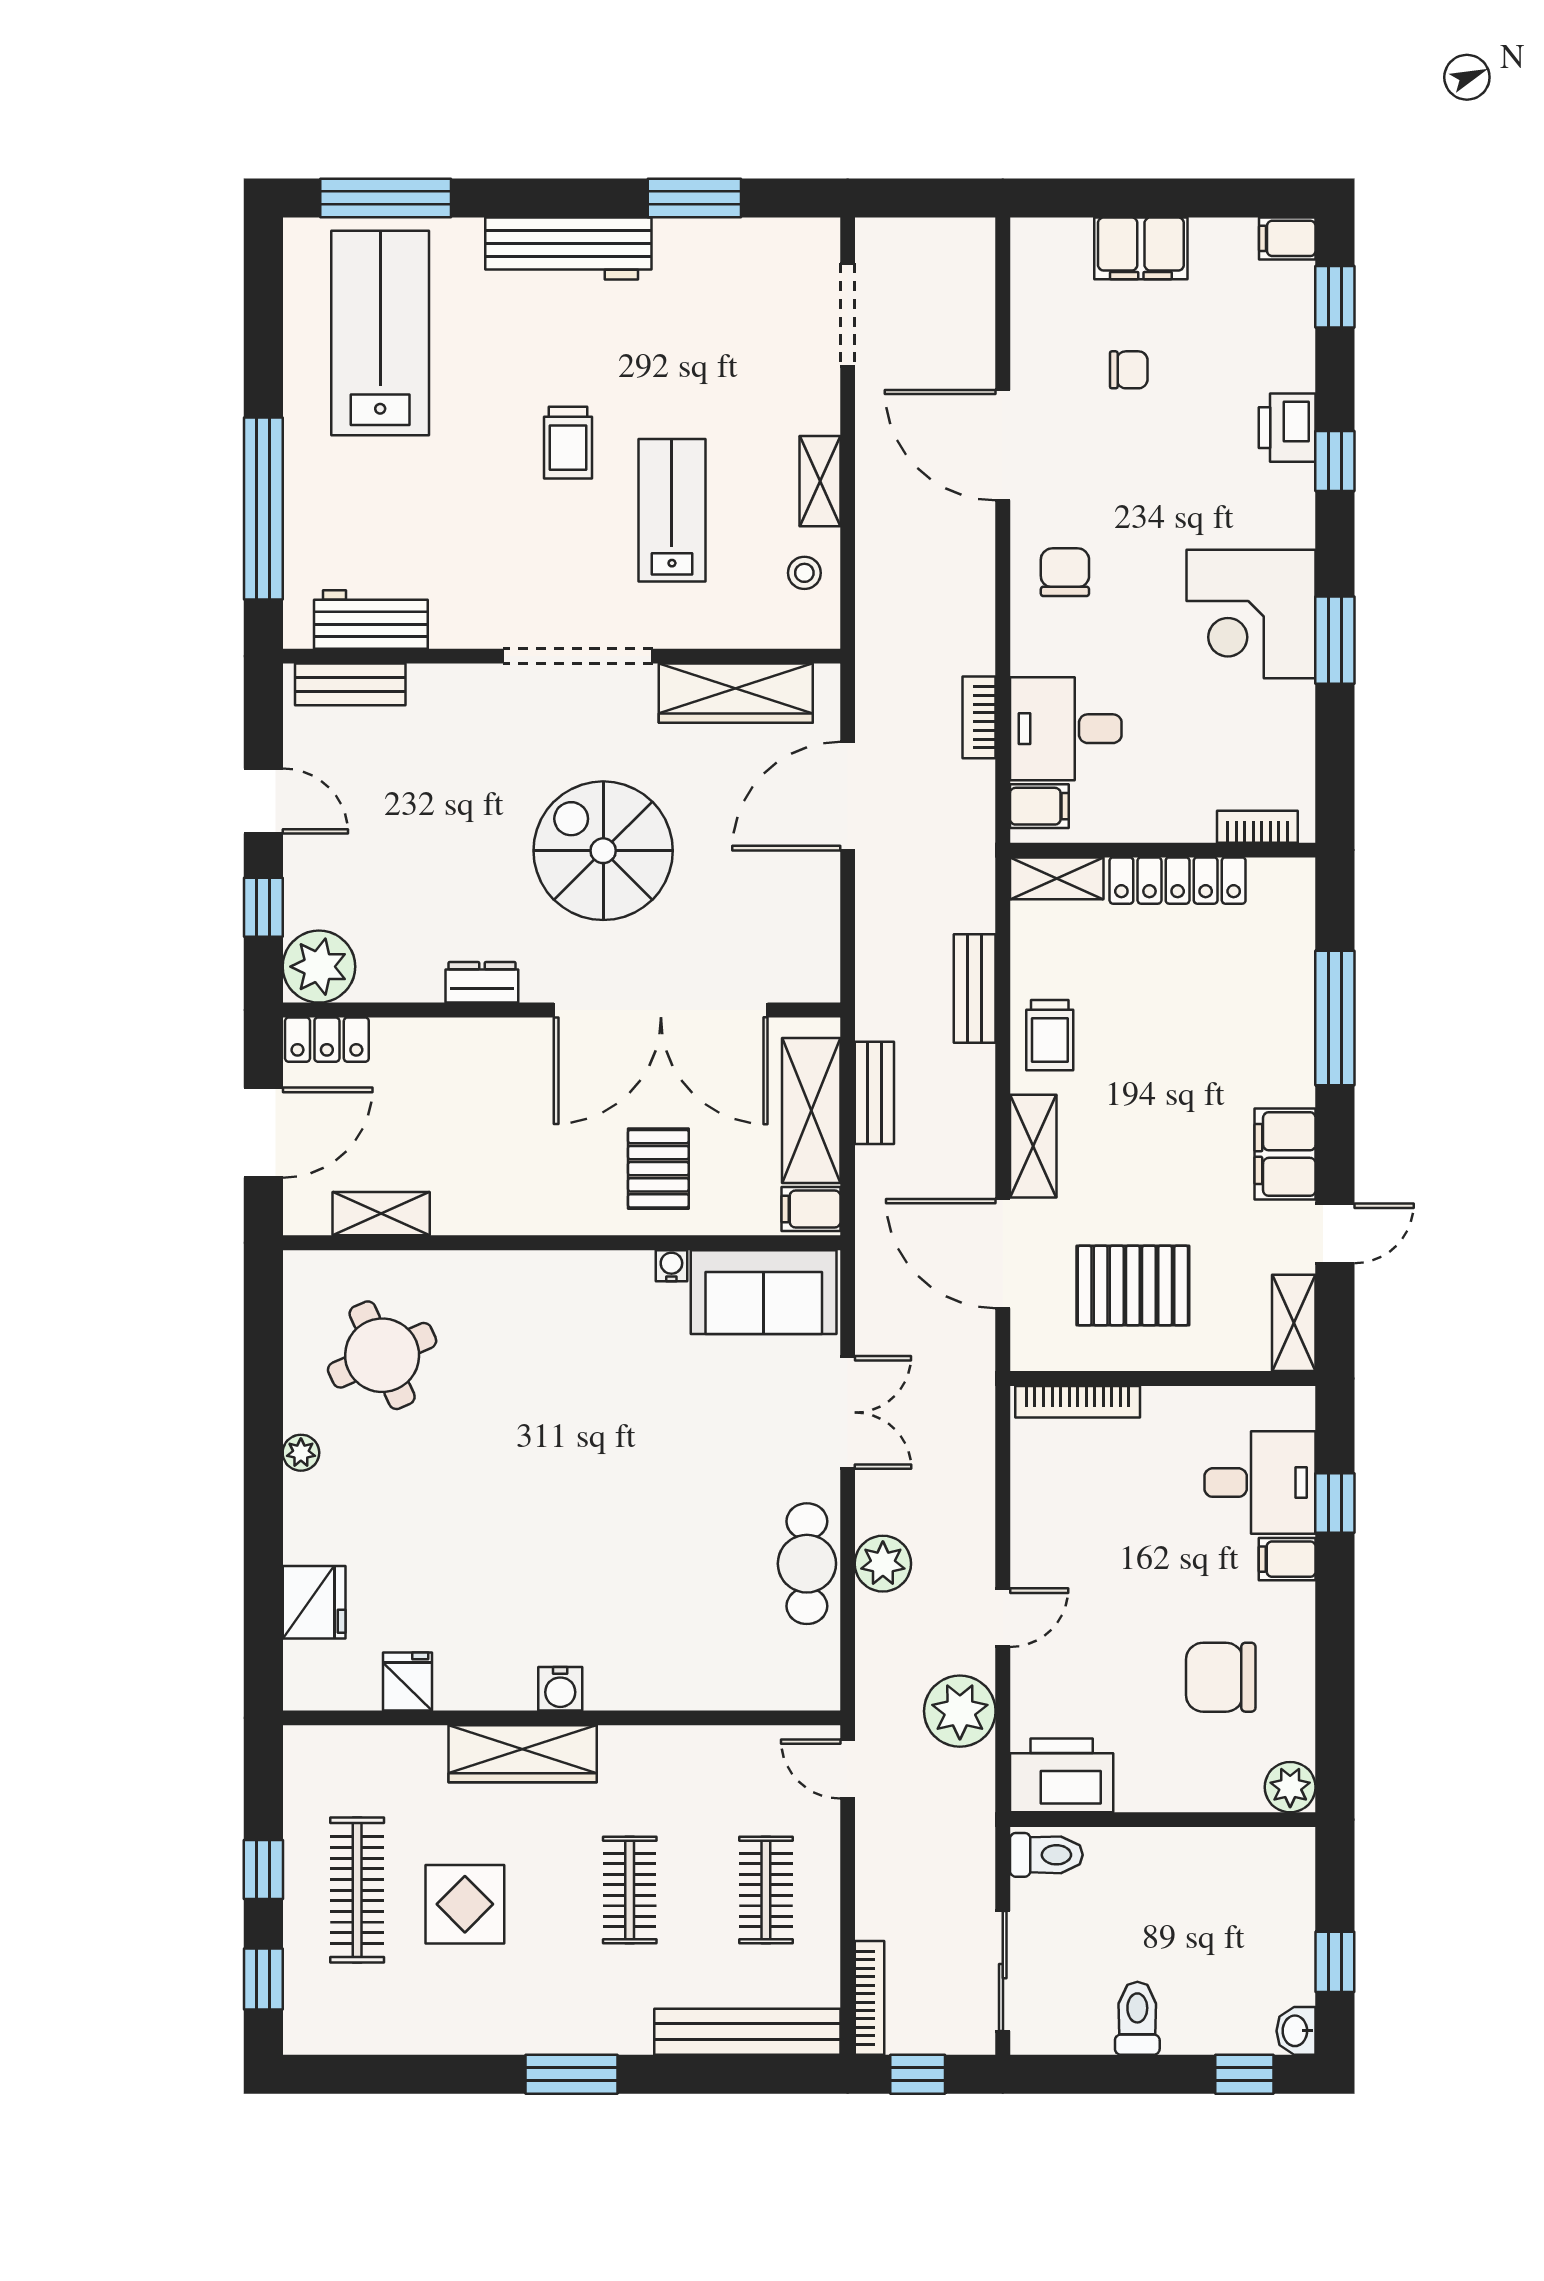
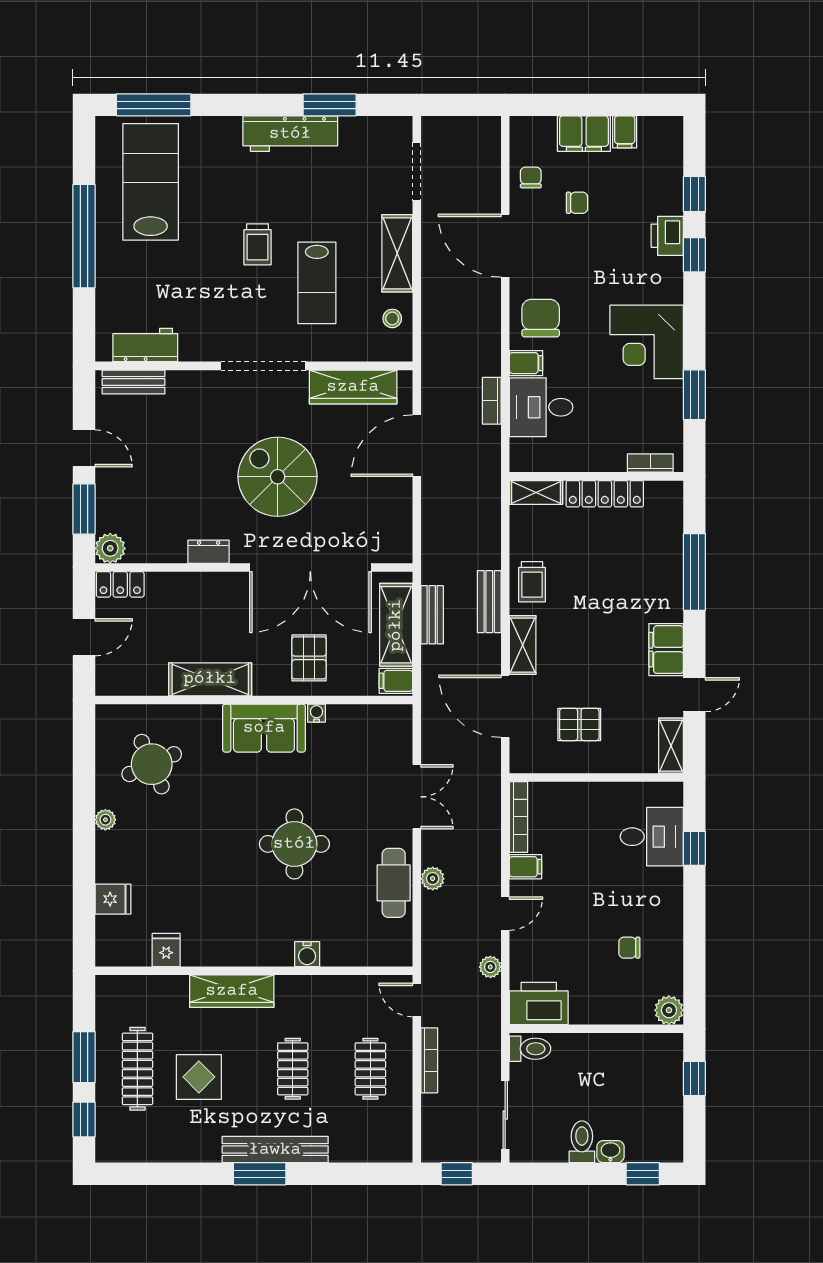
filing cabinet: (1287, 238) -> (625, 132), moved, turned -90
workbench: (568, 248) -> (290, 134), moved
window: (1335, 297) -> (694, 194), moved
chair: (1048, 325) -> (531, 178), added
shelving: (820, 481) -> (397, 253), width x1.50, depth x1.33
window: (263, 509) -> (84, 236), moved
lab bench: (672, 510) -> (317, 283), turned 180
chair: (1065, 572) -> (541, 318), width x1.37, depth x1.37
window: (1335, 640) -> (694, 395), moved
filing cabinet: (1039, 806) -> (526, 363), moved
window: (263, 907) -> (84, 509), width x1.50
plant: (319, 967) -> (110, 548), width x0.73, depth x0.73
bench: (975, 988) -> (489, 602), moved
door: (263, 1133) -> (84, 637), width x0.73
shelving: (381, 1214) -> (210, 679), moved, width x1.50, depth x1.33
pallet: (1133, 1286) -> (579, 724), width x0.67, depth x0.71
sofa: (764, 1292) -> (264, 728), moved
bookcase: (1078, 1402) -> (518, 817), moved, turned -90
round table: (633, 1495) -> (294, 844), added
filing cabinet: (1287, 1559) -> (526, 867), moved, turned 180
plant: (883, 1564) -> (433, 879), width x0.73, depth x0.73
fridge: (314, 1602) -> (113, 899), width x0.72
chair: (1221, 1677) -> (629, 948), width x0.54, depth x0.54
water cooler: (560, 1689) -> (307, 954), moved
plant: (960, 1711) -> (490, 967), width x0.53, depth x0.53
window: (263, 1869) -> (84, 1057), width x1.50
window: (1335, 1962) -> (694, 1079), moved
bookcase: (869, 1998) -> (429, 1060), moved
washbasin: (1296, 2031) -> (610, 1152), moved, turned 90
bench: (747, 2032) -> (275, 1150), moved

